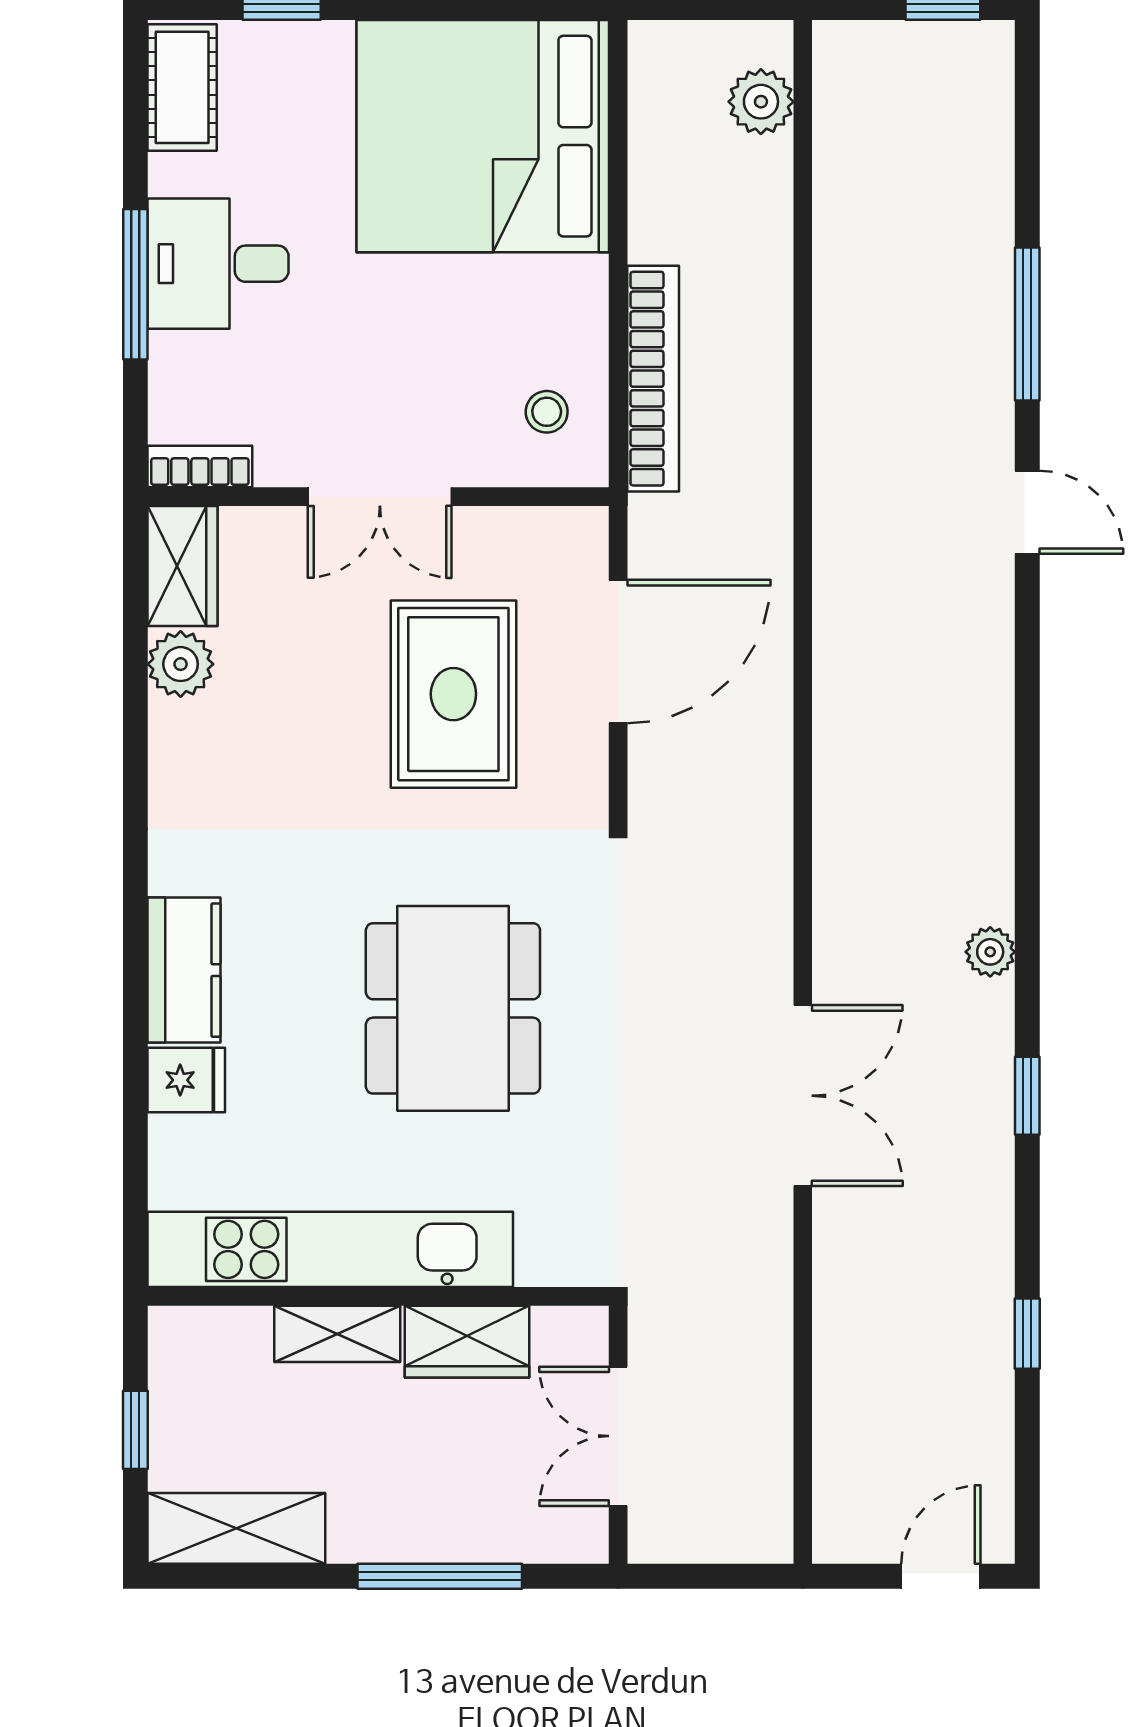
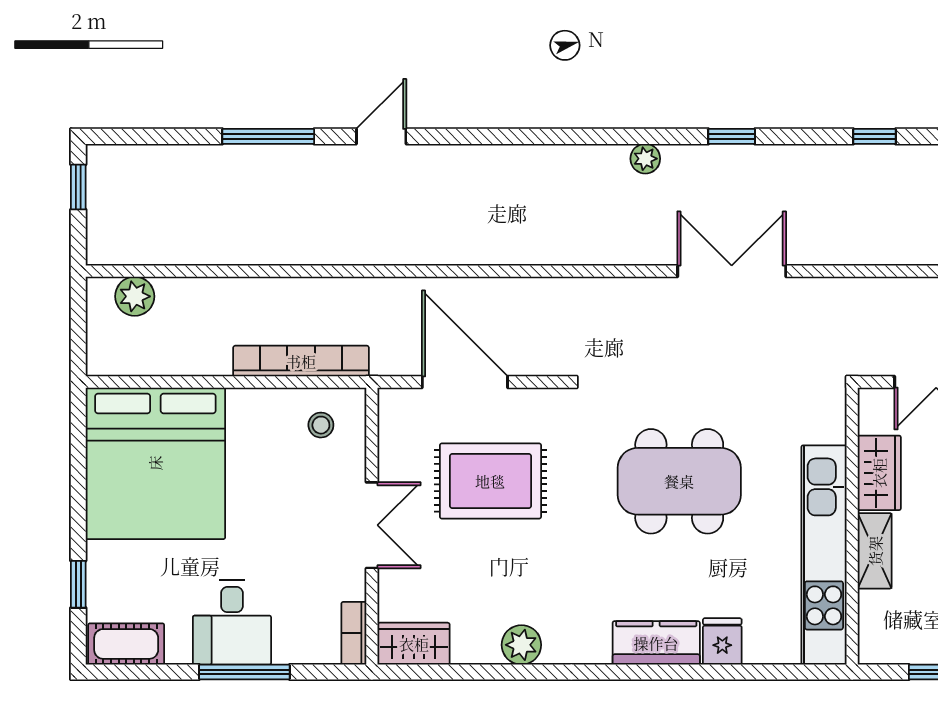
plant: (181, 664) -> (521, 645), moved

